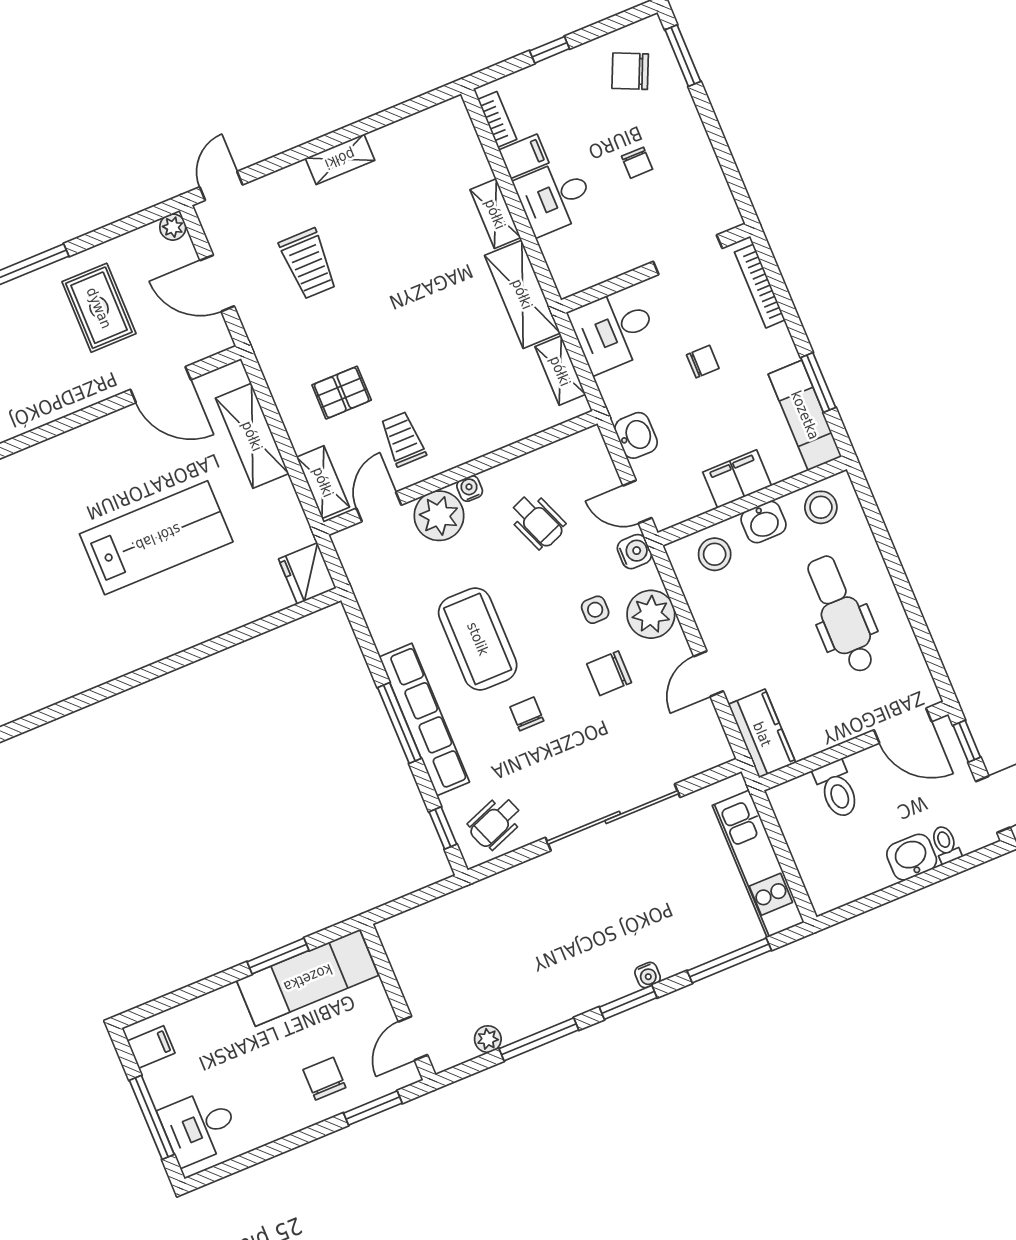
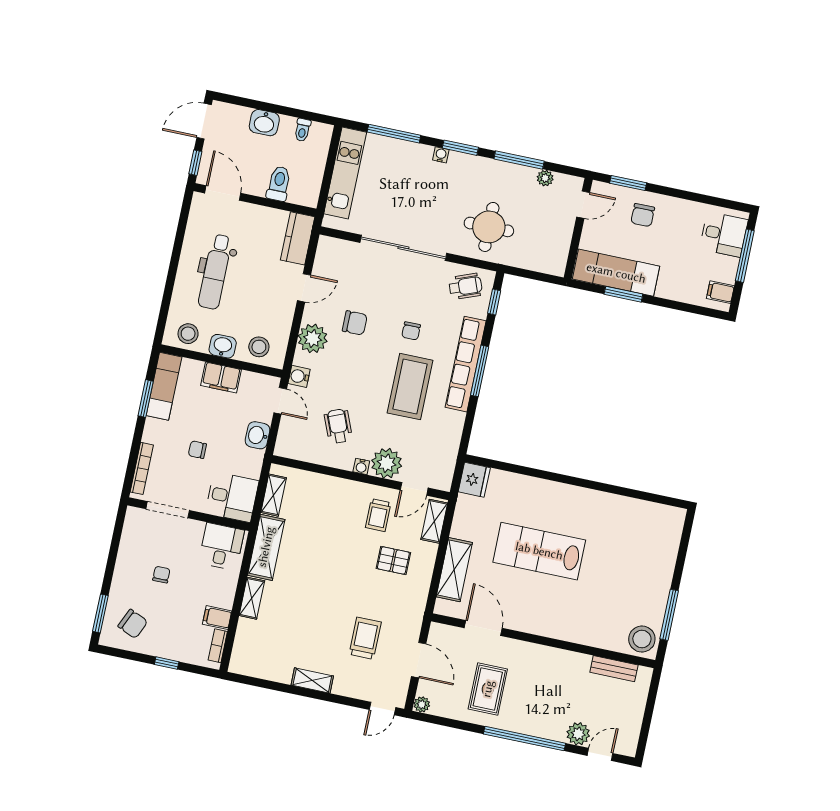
desk: (554, 197) -> (222, 546), moved, turned -90
side table: (595, 610) -> (340, 360), removed
toilet: (946, 844) -> (302, 130), moved
round table: (518, 923) -> (489, 227), added

